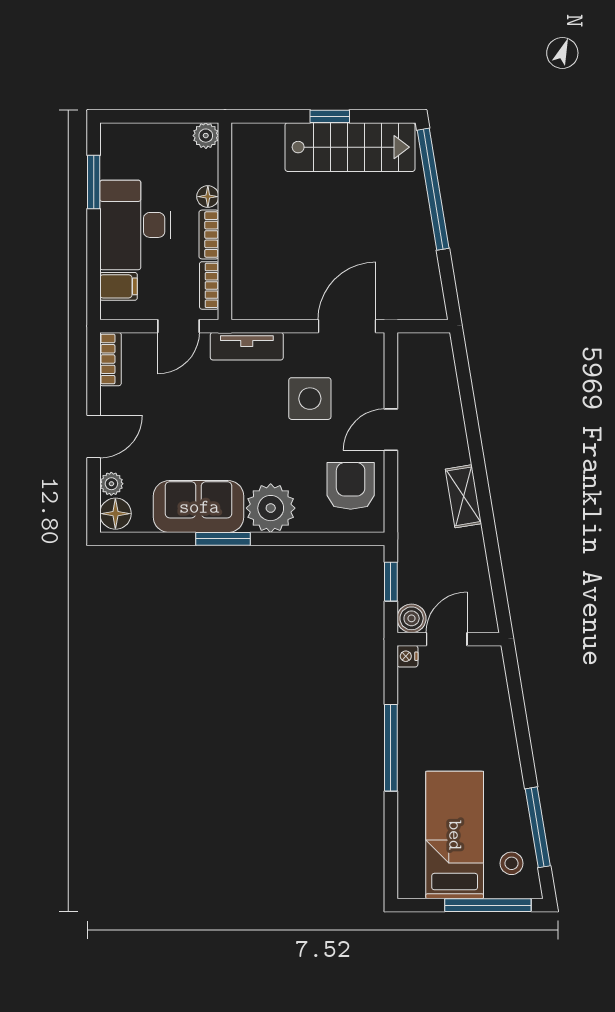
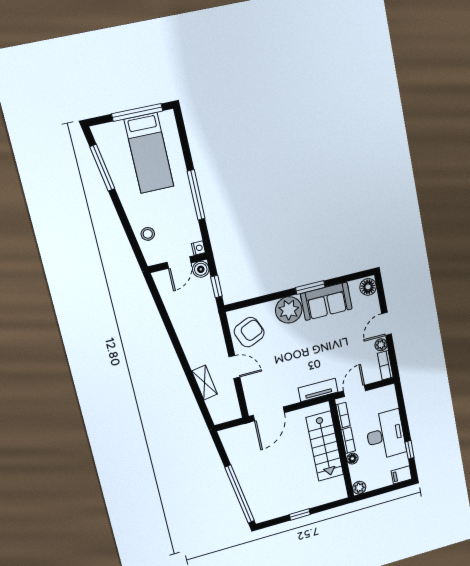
stairs: (350, 147) -> (325, 446), moved, turned -90
window: (94, 182) -> (410, 450), width x0.67
filing cabinet: (118, 286) -> (402, 475), moved
side table: (310, 399) -> (280, 372), removed
door: (391, 430) -> (234, 367), hinge flipped
plant: (111, 484) -> (381, 345), moved
armchair: (351, 486) -> (249, 332), turned -113
shelving: (463, 496) -> (205, 383), moved
stool: (512, 863) -> (148, 234), moved
window: (488, 905) -> (137, 112), moved

